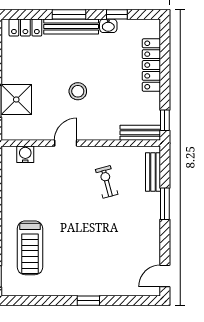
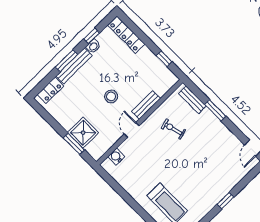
locker: (151, 65) -> (126, 34), moved
window: (165, 120) -> (164, 59), moved
bench: (140, 133) -> (146, 105), moved

